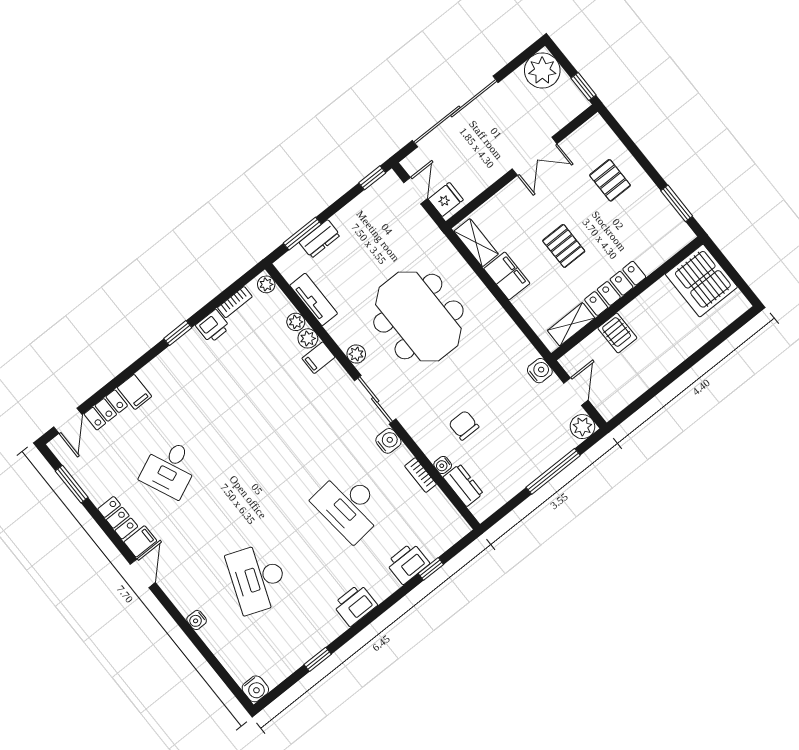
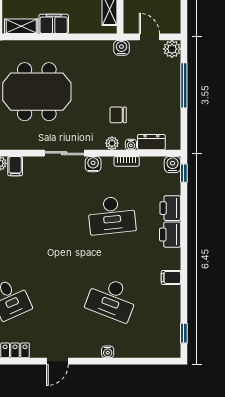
plant: (356, 354) -> (112, 143), moved
filing cabinet: (140, 541) -> (171, 277), moved, turned -90
window: (431, 569) -> (184, 173), moved
door: (143, 573) -> (57, 361), swing flipped
printer: (355, 605) -> (170, 235), moved
window: (318, 659) -> (184, 333), moved
water cooler: (255, 689) -> (173, 165), moved, turned -90

